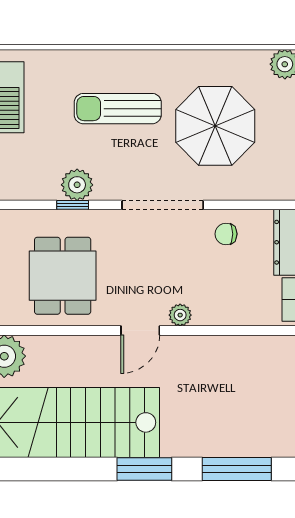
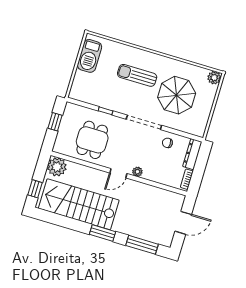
plant: (77, 185) -> (110, 103), removed

